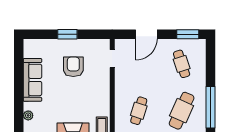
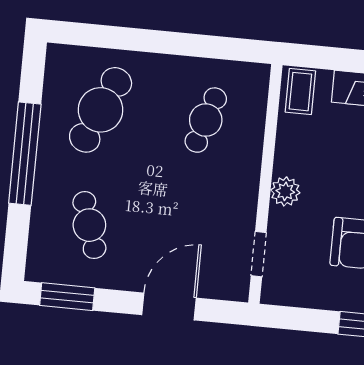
plant: (104, 85) -> (285, 191), added
window: (210, 107) -> (25, 154), moved

